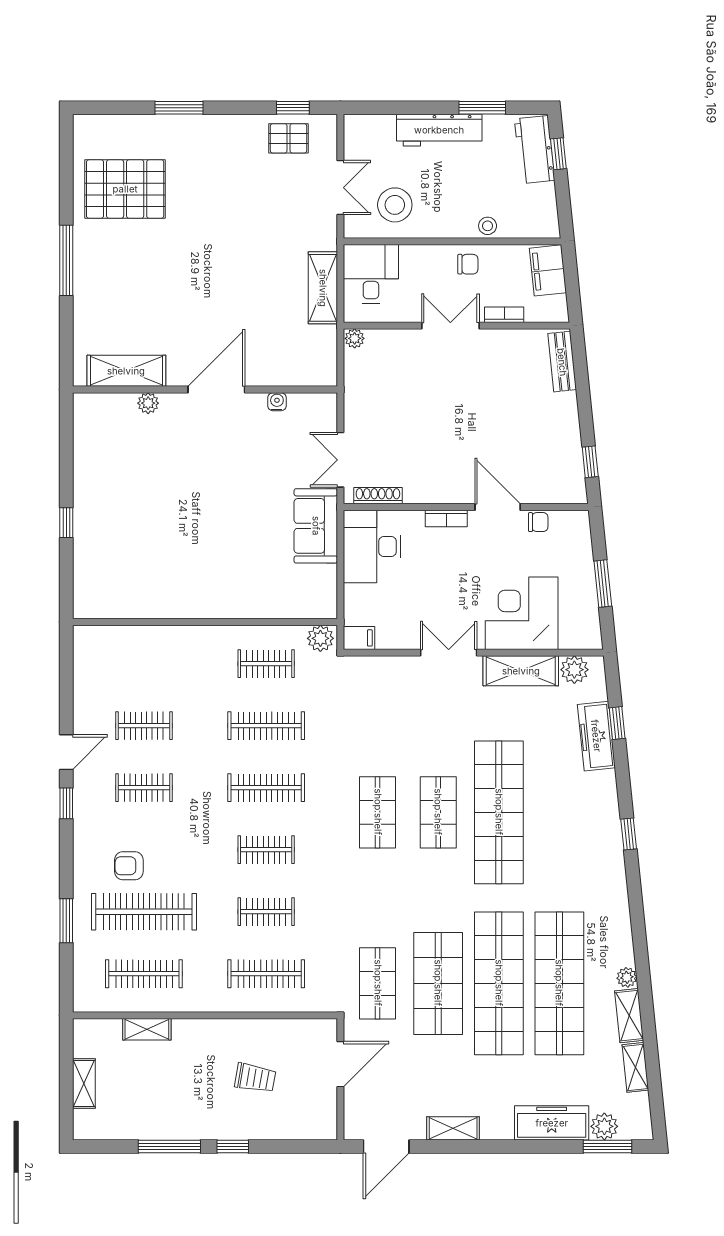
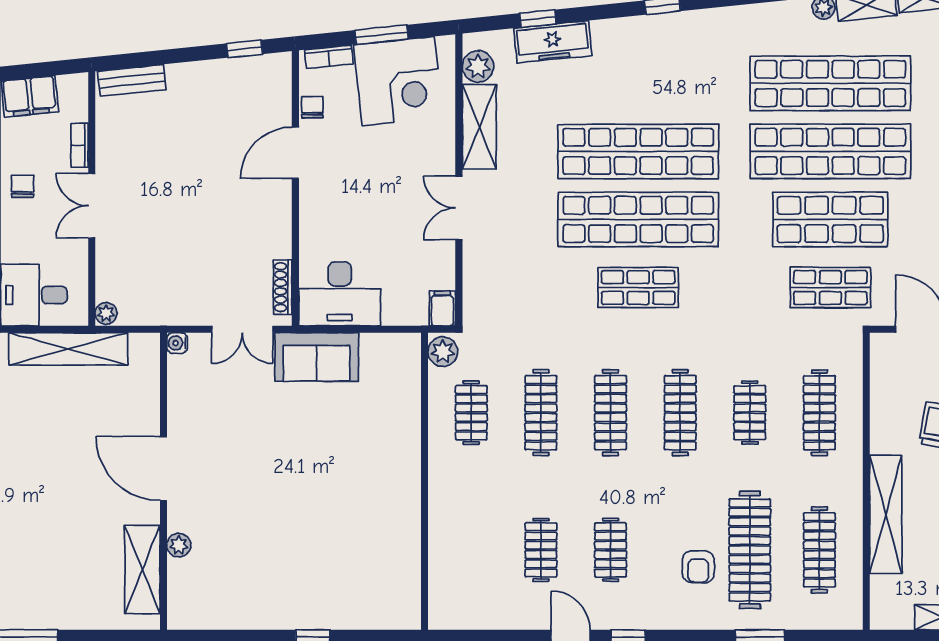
shelving: (323, 288) -> (68, 349), width x1.47
water cooler: (277, 402) -> (177, 343), moved
bookcase: (446, 518) -> (329, 57), moved, turned 84
corner desk: (522, 613) -> (398, 81), moved, turned -96
shop shelf: (438, 812) -> (638, 219), width x2.00, depth x1.36
clothes rail: (266, 850) -> (680, 413), width x1.36
shelving: (147, 1029) -> (886, 514), width x2.20, depth x1.33

